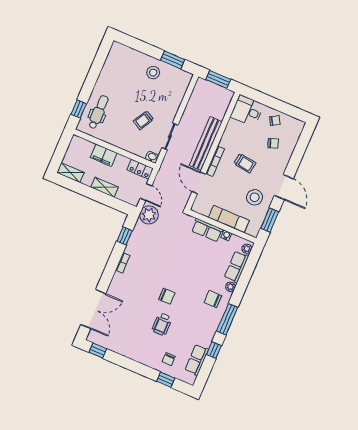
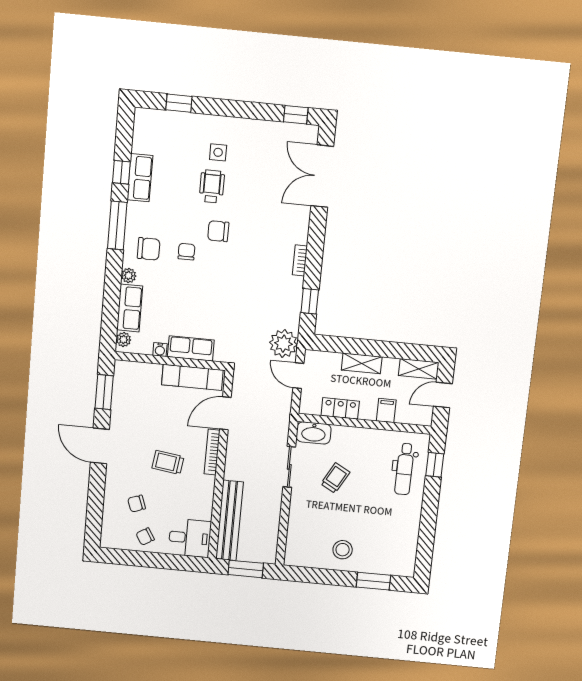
window: (173, 60) -> (373, 581), moved
bench: (206, 143) -> (229, 520), moved
door: (60, 152) -> (443, 395), added
filing cabinet: (104, 155) -> (386, 410), width x0.50
washbasin: (152, 157) -> (314, 433), width x1.91, depth x1.45
locker: (140, 169) -> (340, 408), moved
door: (199, 183) -> (225, 413), swing flipped
stool: (255, 197) -> (137, 418), removed
exam couch: (229, 219) -> (192, 377), moved
side table: (152, 343) -> (218, 152), added
chair: (169, 359) -> (186, 252), moved
row of seats: (197, 360) -> (140, 178), moved

